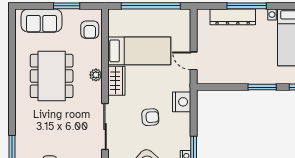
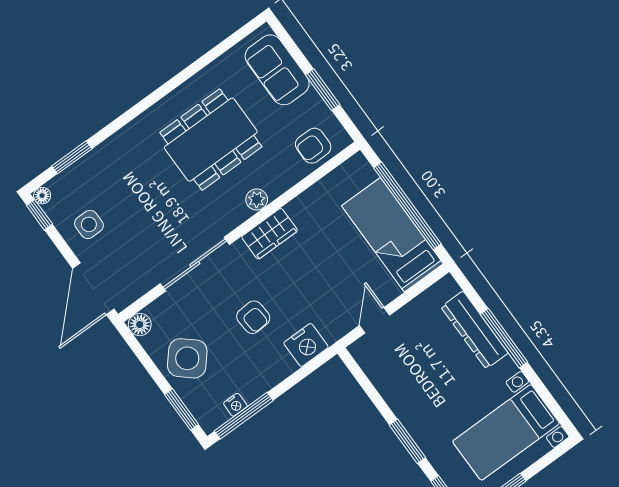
bed: (139, 51) -> (392, 235), moved, turned 180

